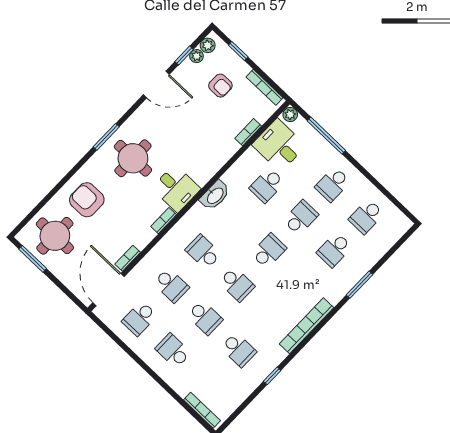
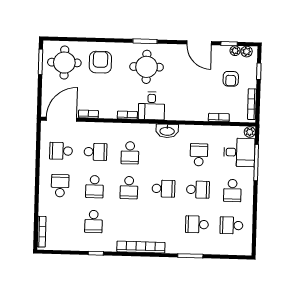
desk: (279, 145) -> (239, 152), moved, turned 90
school desk: (333, 184) -> (232, 191), turned -90
school desk: (267, 185) -> (199, 155), turned 90
school desk: (203, 252) -> (130, 153), turned 180
school desk: (171, 285) -> (95, 152), turned -90

